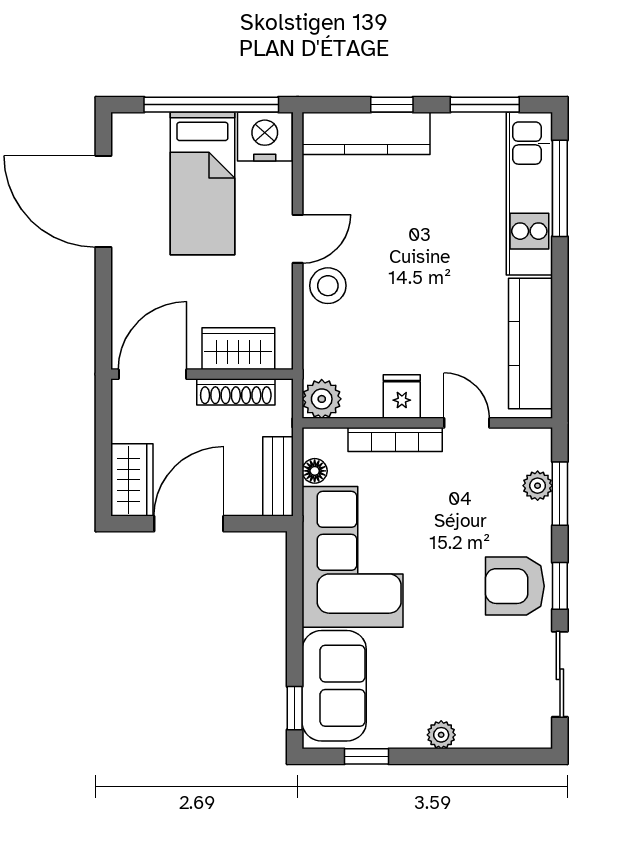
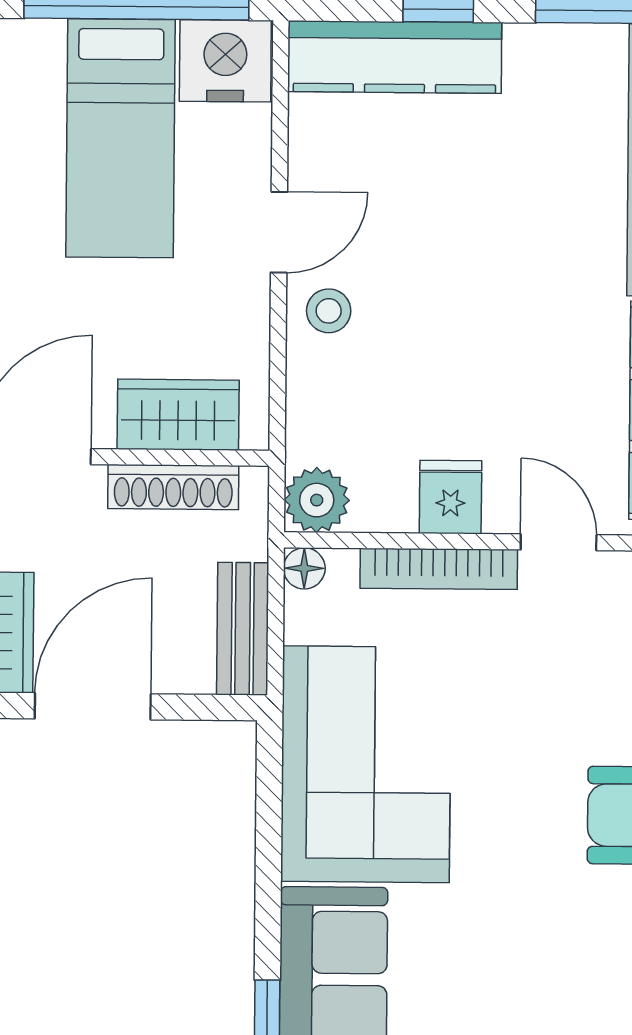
stool: (328, 286) -> (329, 311), width x0.73, depth x0.73
floor lamp: (315, 471) -> (304, 568), moved

